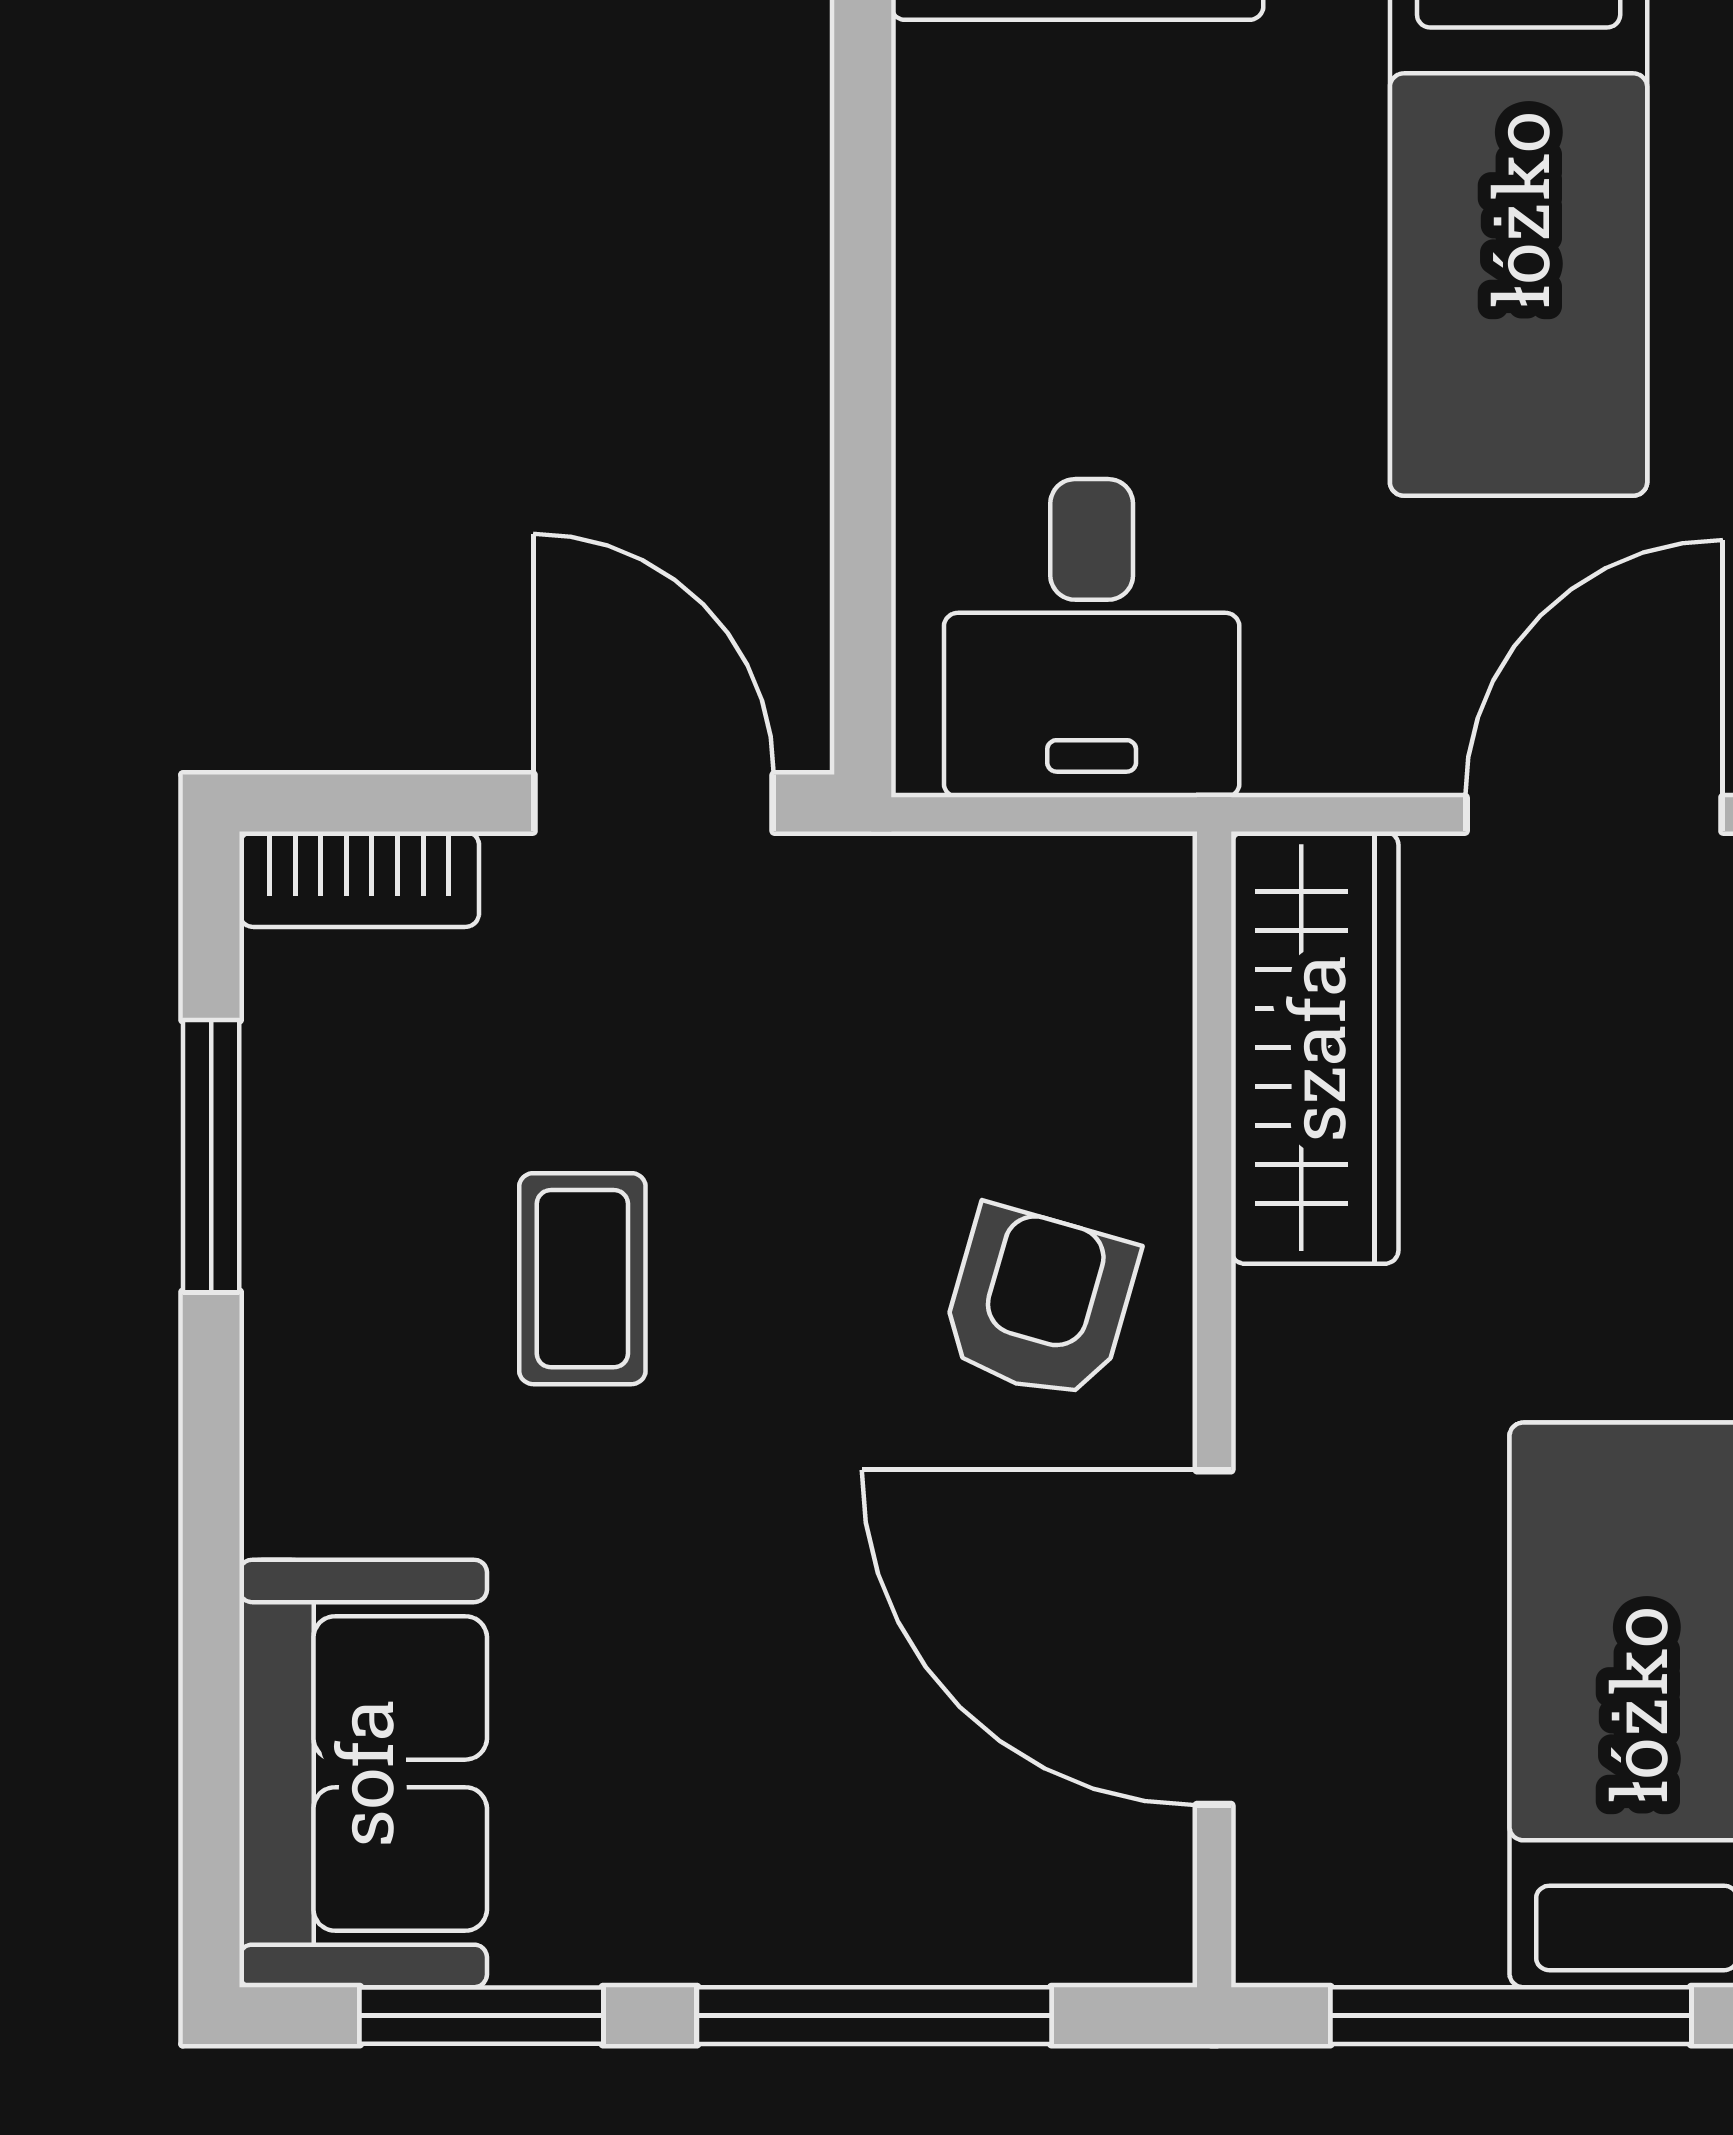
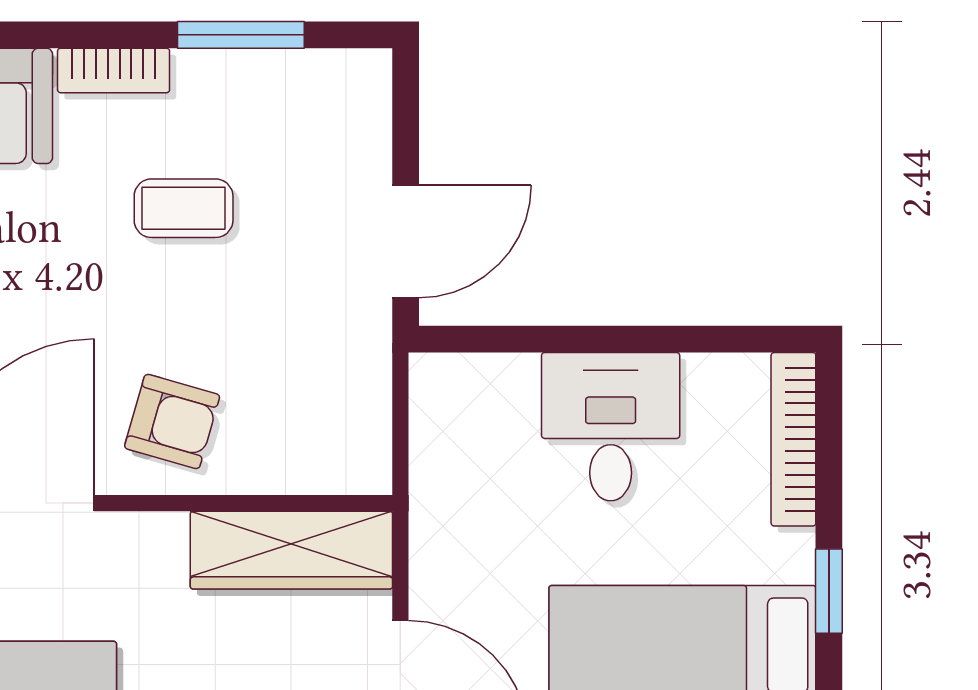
desk: (1092, 638) -> (611, 427), moved, turned 90
bookcase: (359, 879) -> (114, 70), moved, turned -90

